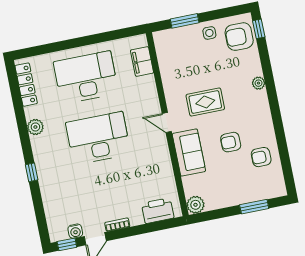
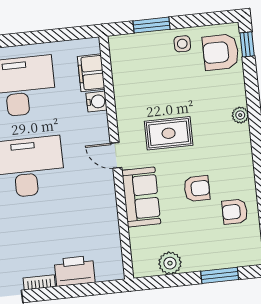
water cooler: (148, 83) -> (97, 102), added
armchair: (231, 142) -> (197, 189), turned 180
plant: (195, 205) -> (170, 263), moved
printer: (158, 211) -> (75, 271), moved

